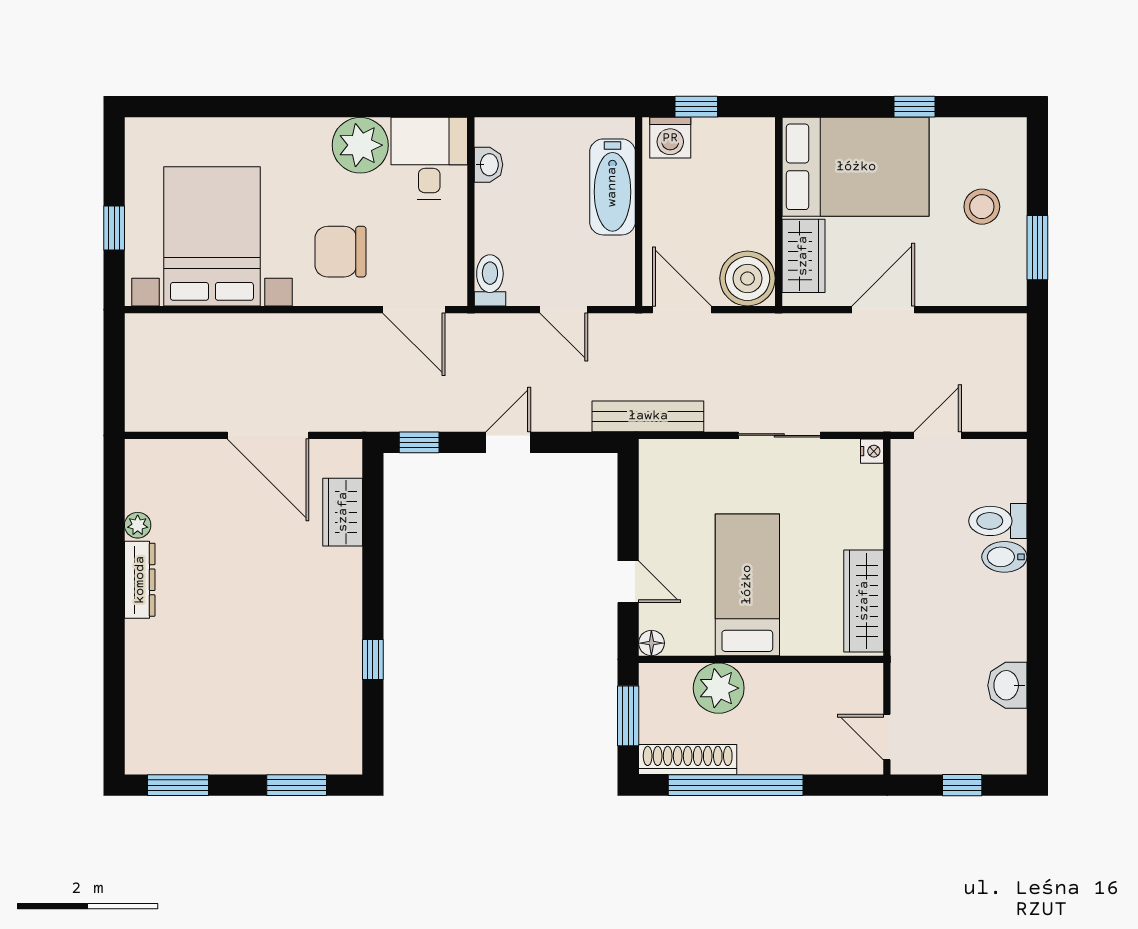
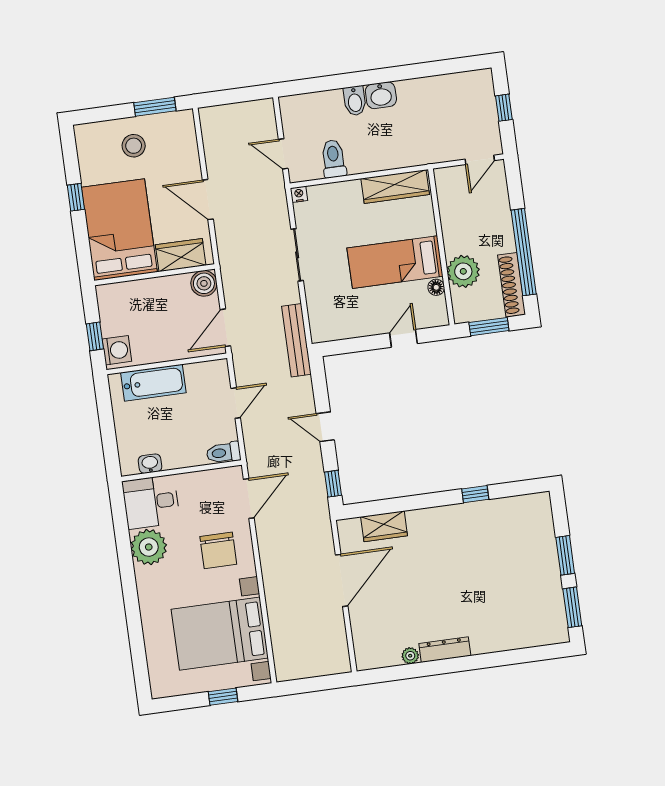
boiler: (748, 278) -> (204, 283), width x0.73, depth x0.73
toilet: (998, 521) -> (333, 159), moved, turned 180
floor lamp: (651, 643) -> (436, 287), moved
washbasin: (1007, 685) -> (381, 95), moved
window: (297, 785) -> (565, 555), moved

